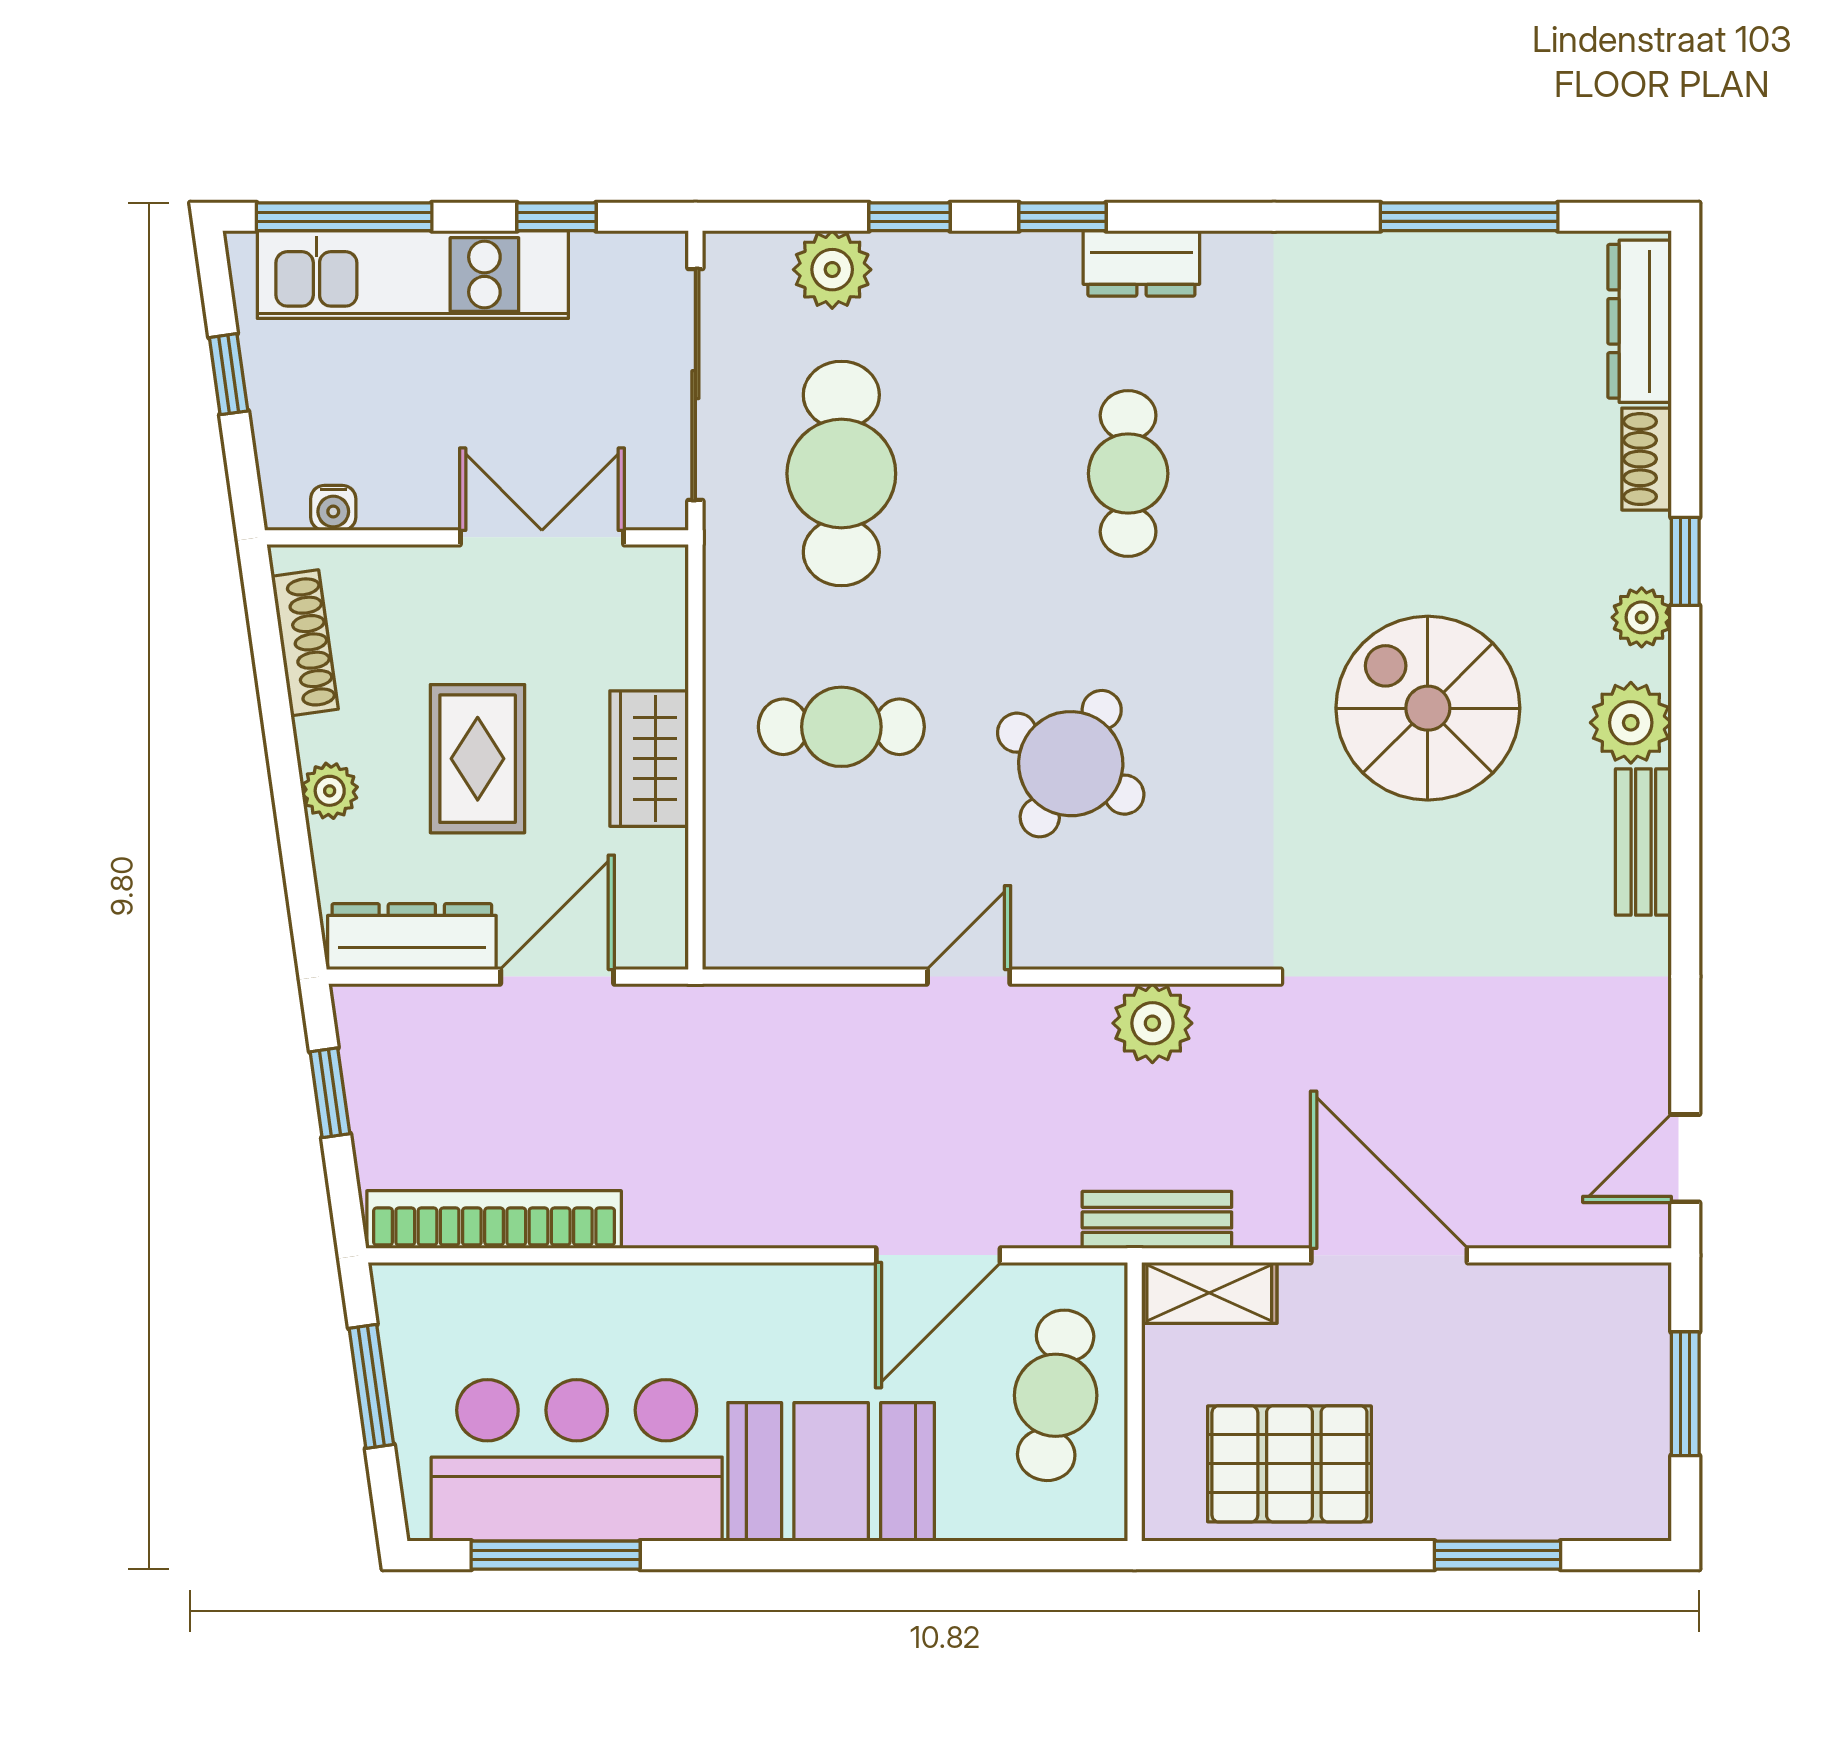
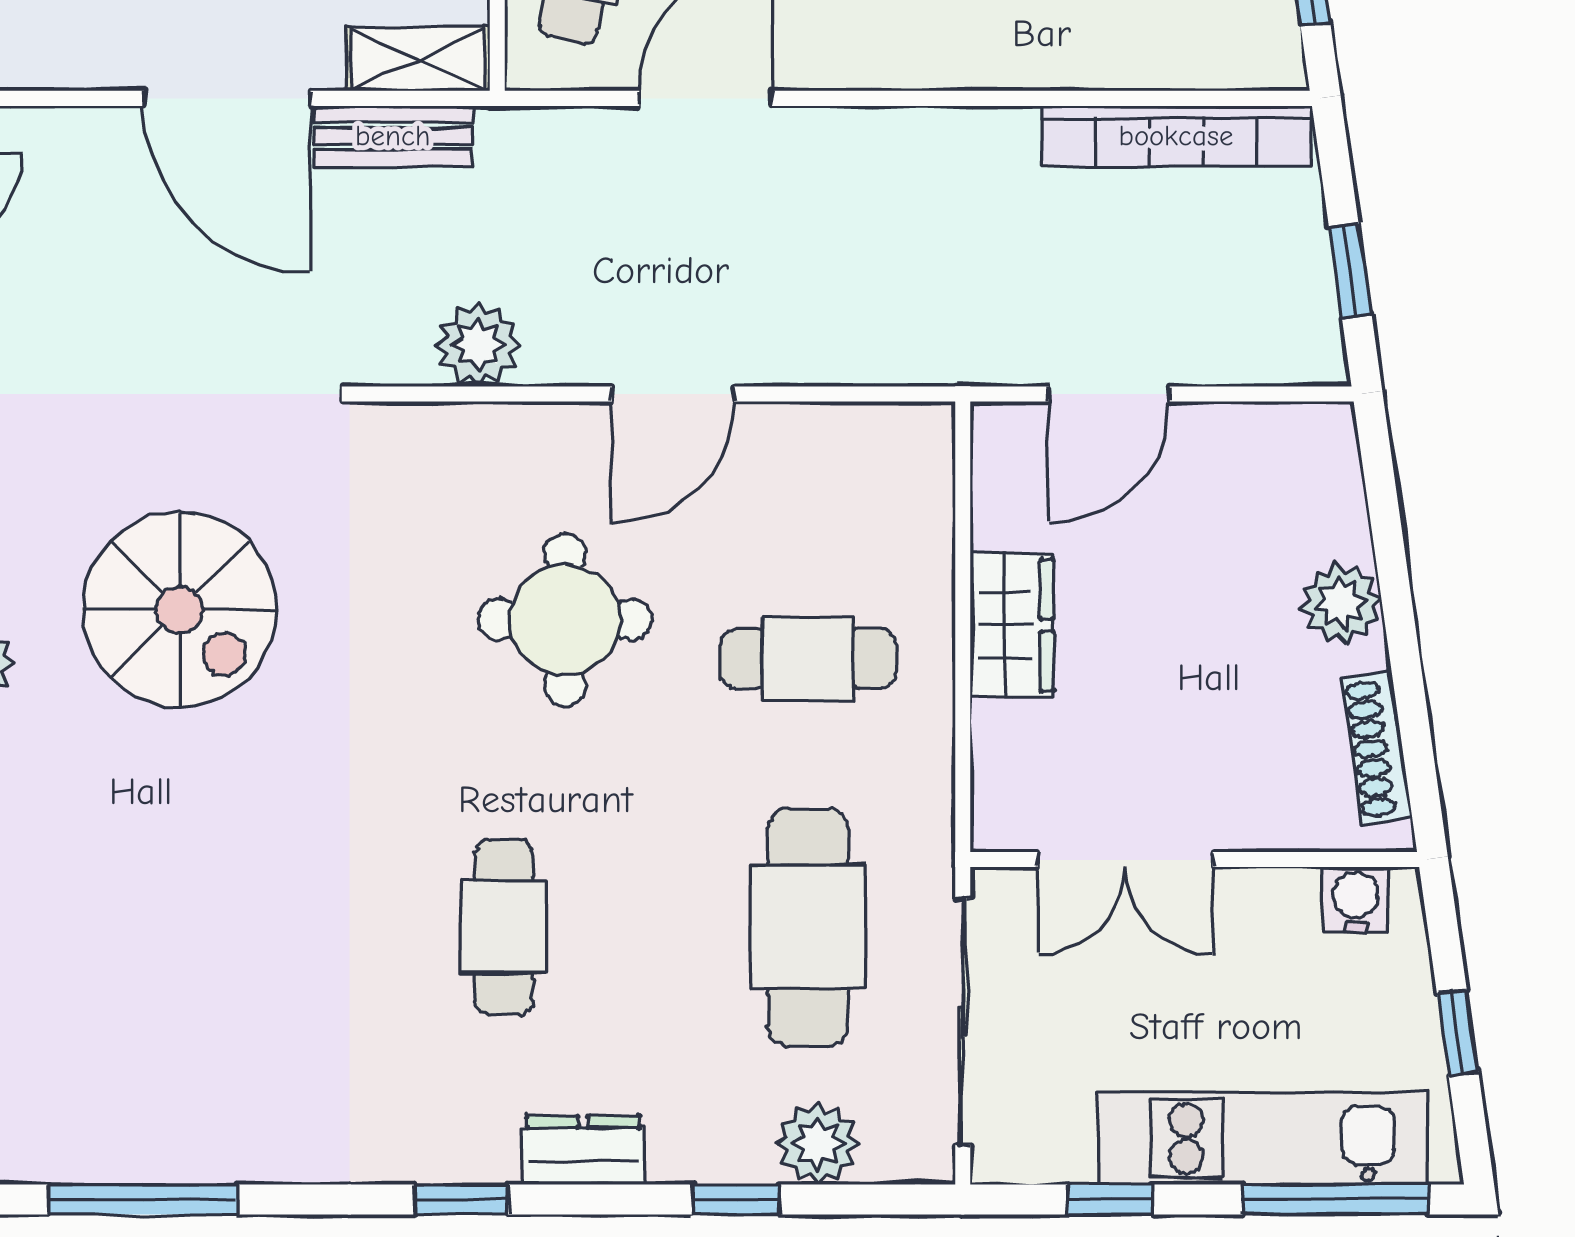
window: (1062, 217) -> (461, 1199), moved
dresser: (1141, 263) -> (583, 1150), moved
water cooler: (333, 508) -> (1356, 900), width x1.38, depth x1.38
spiral stairs: (1428, 708) -> (180, 610), moved
rug: (478, 759) -> (1194, 625), removed
round table: (1071, 764) -> (565, 620), turned -30
plant: (330, 791) -> (1341, 603), width x1.38, depth x1.38
dresser: (412, 937) -> (1263, 436), removed
door: (969, 977) -> (673, 394), width x1.38
bench: (1157, 1220) -> (393, 136), moved

